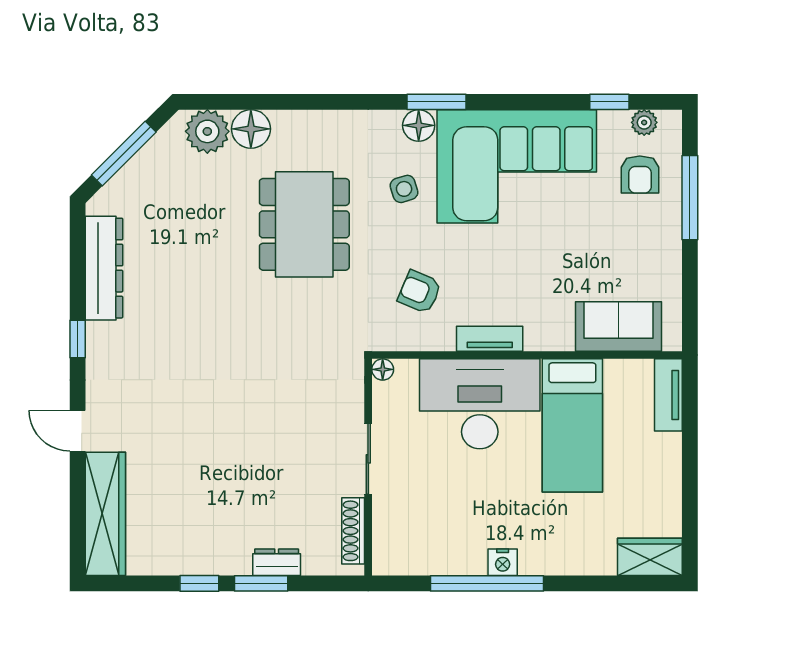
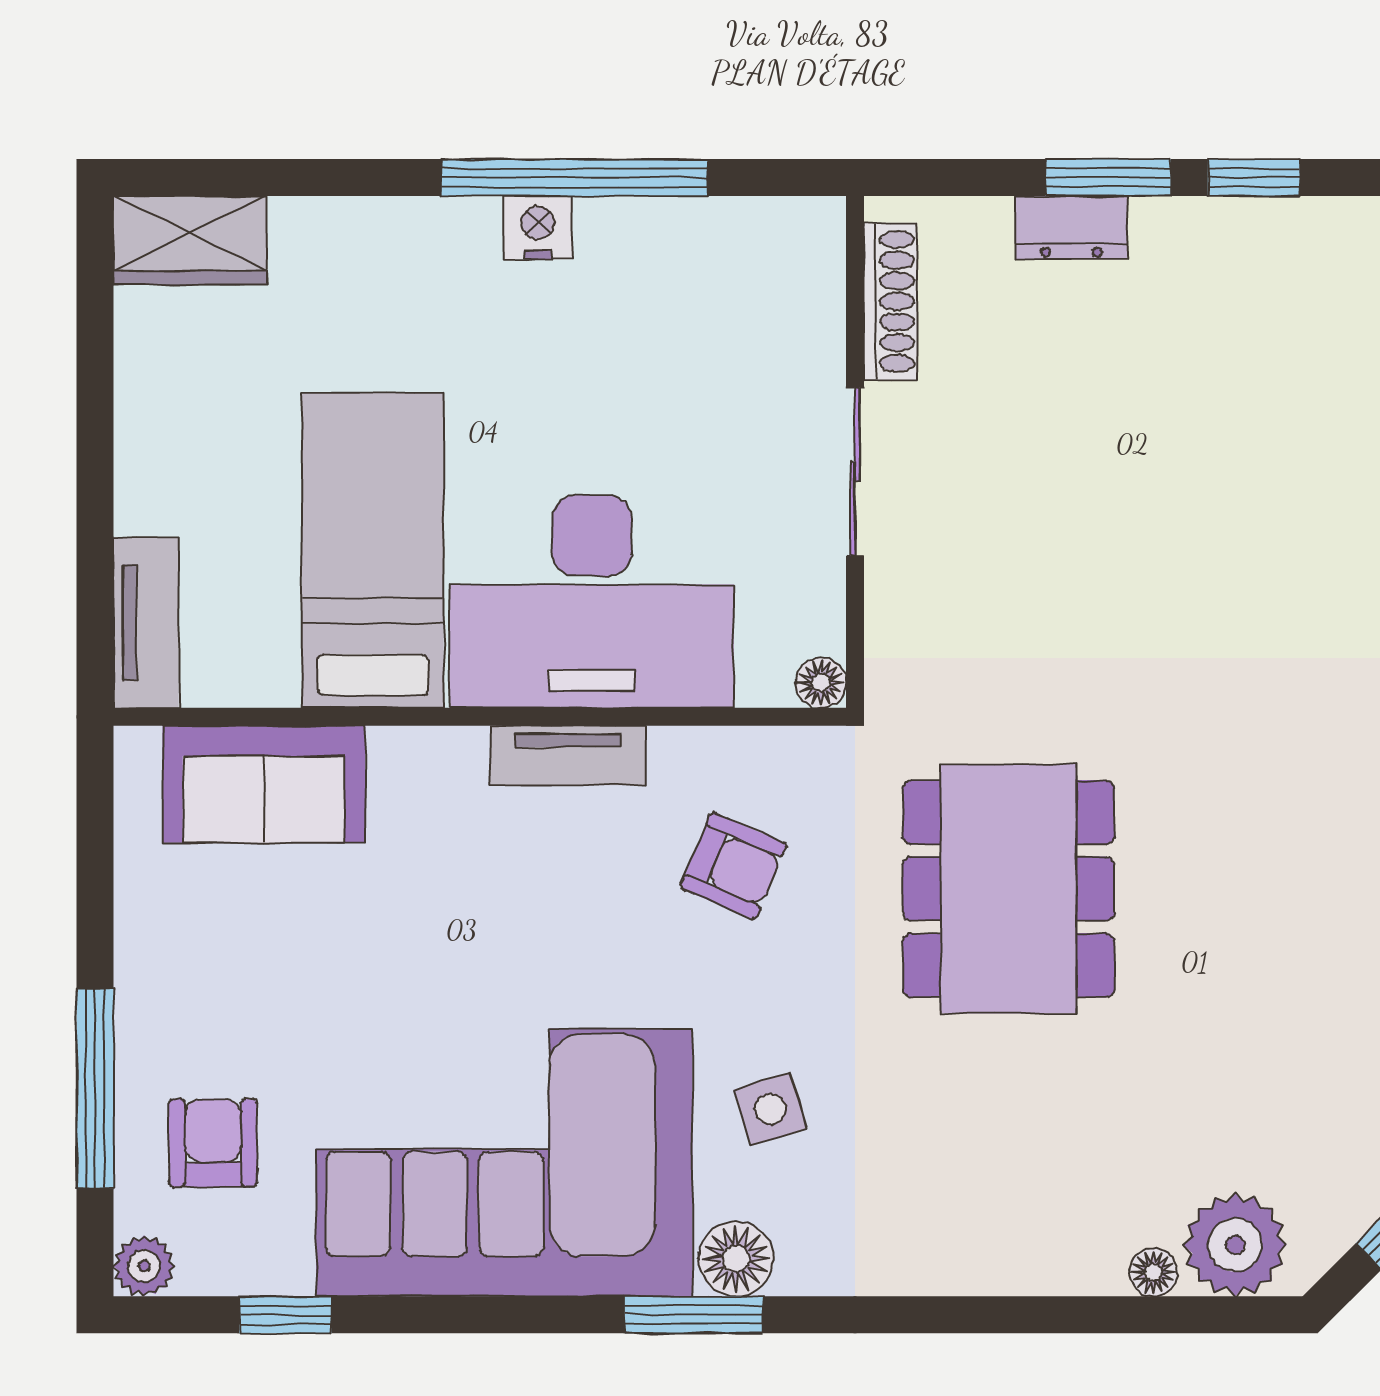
plant: (644, 122) -> (144, 1266), moved
floor lamp: (251, 129) -> (1153, 1272), width x0.53, depth x0.53
dining table: (304, 224) -> (1009, 889), moved

